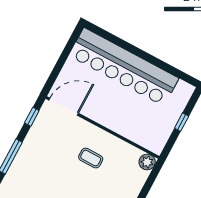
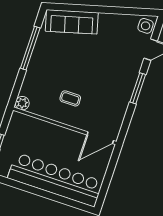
window: (32, 117) -> (126, 125), removed

